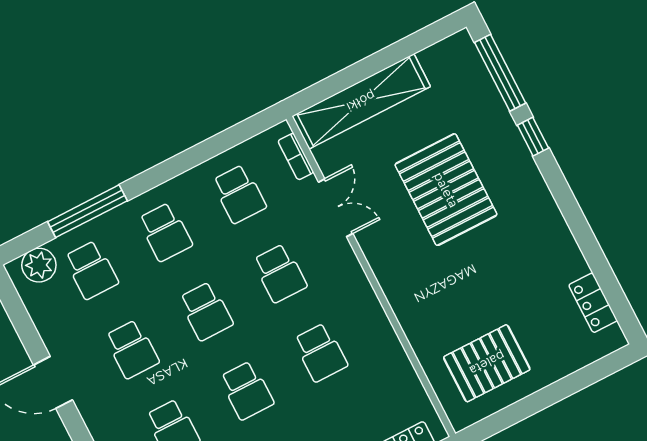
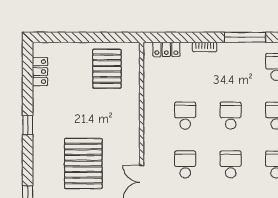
window: (533, 137) -> (28, 125), moved
pallet: (487, 363) -> (107, 69), turned 90

